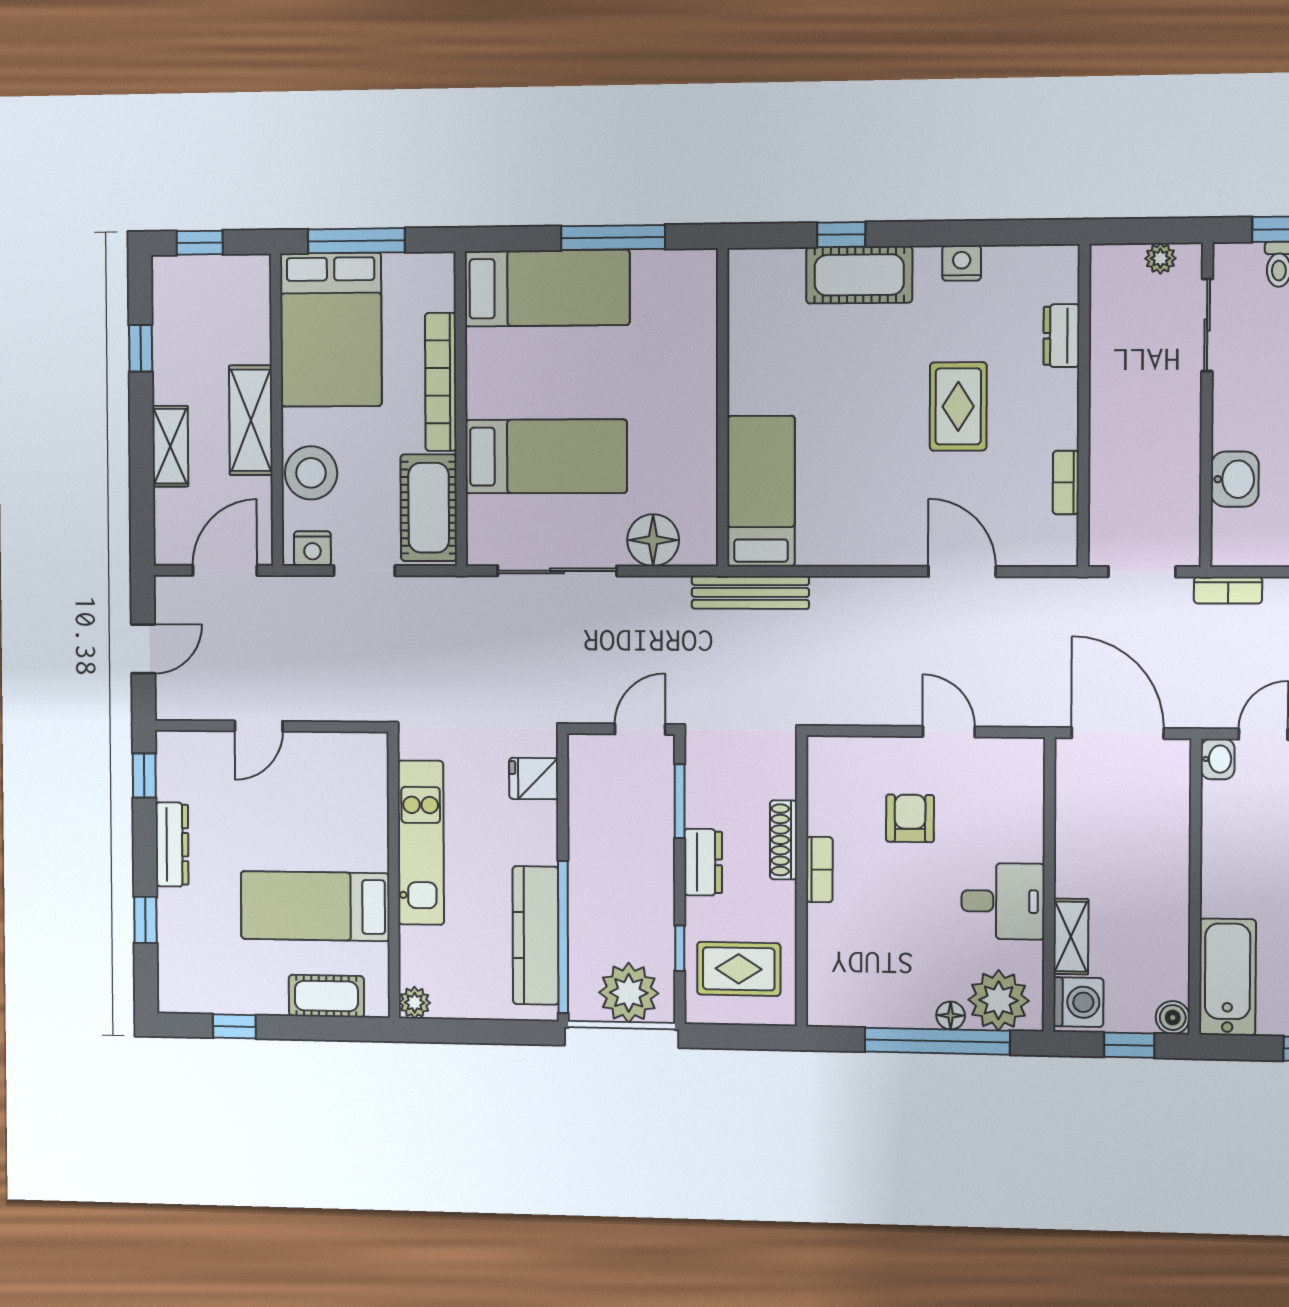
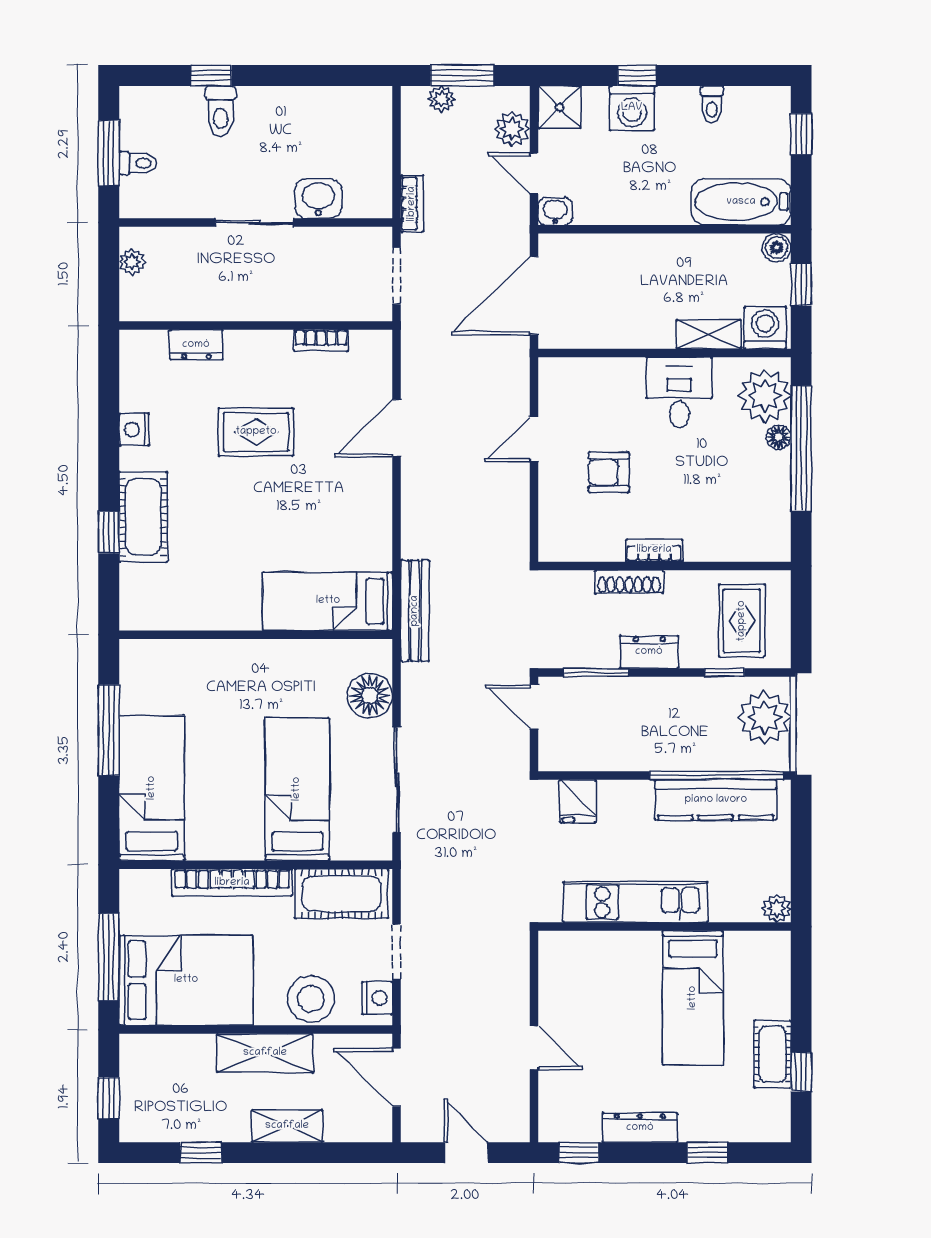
sliding door: (1207, 325) -> (255, 222), moved
cot: (326, 996) -> (772, 1054), moved

